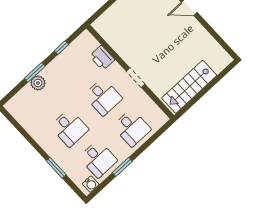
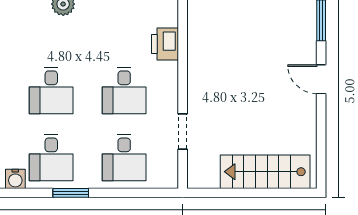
doorway: (136, 78) -> (183, 132), moved
stairs: (189, 87) -> (265, 172), moved

